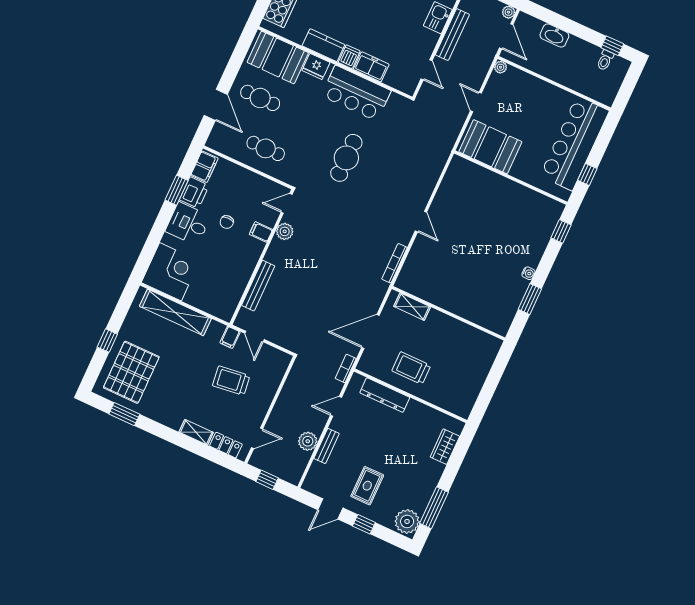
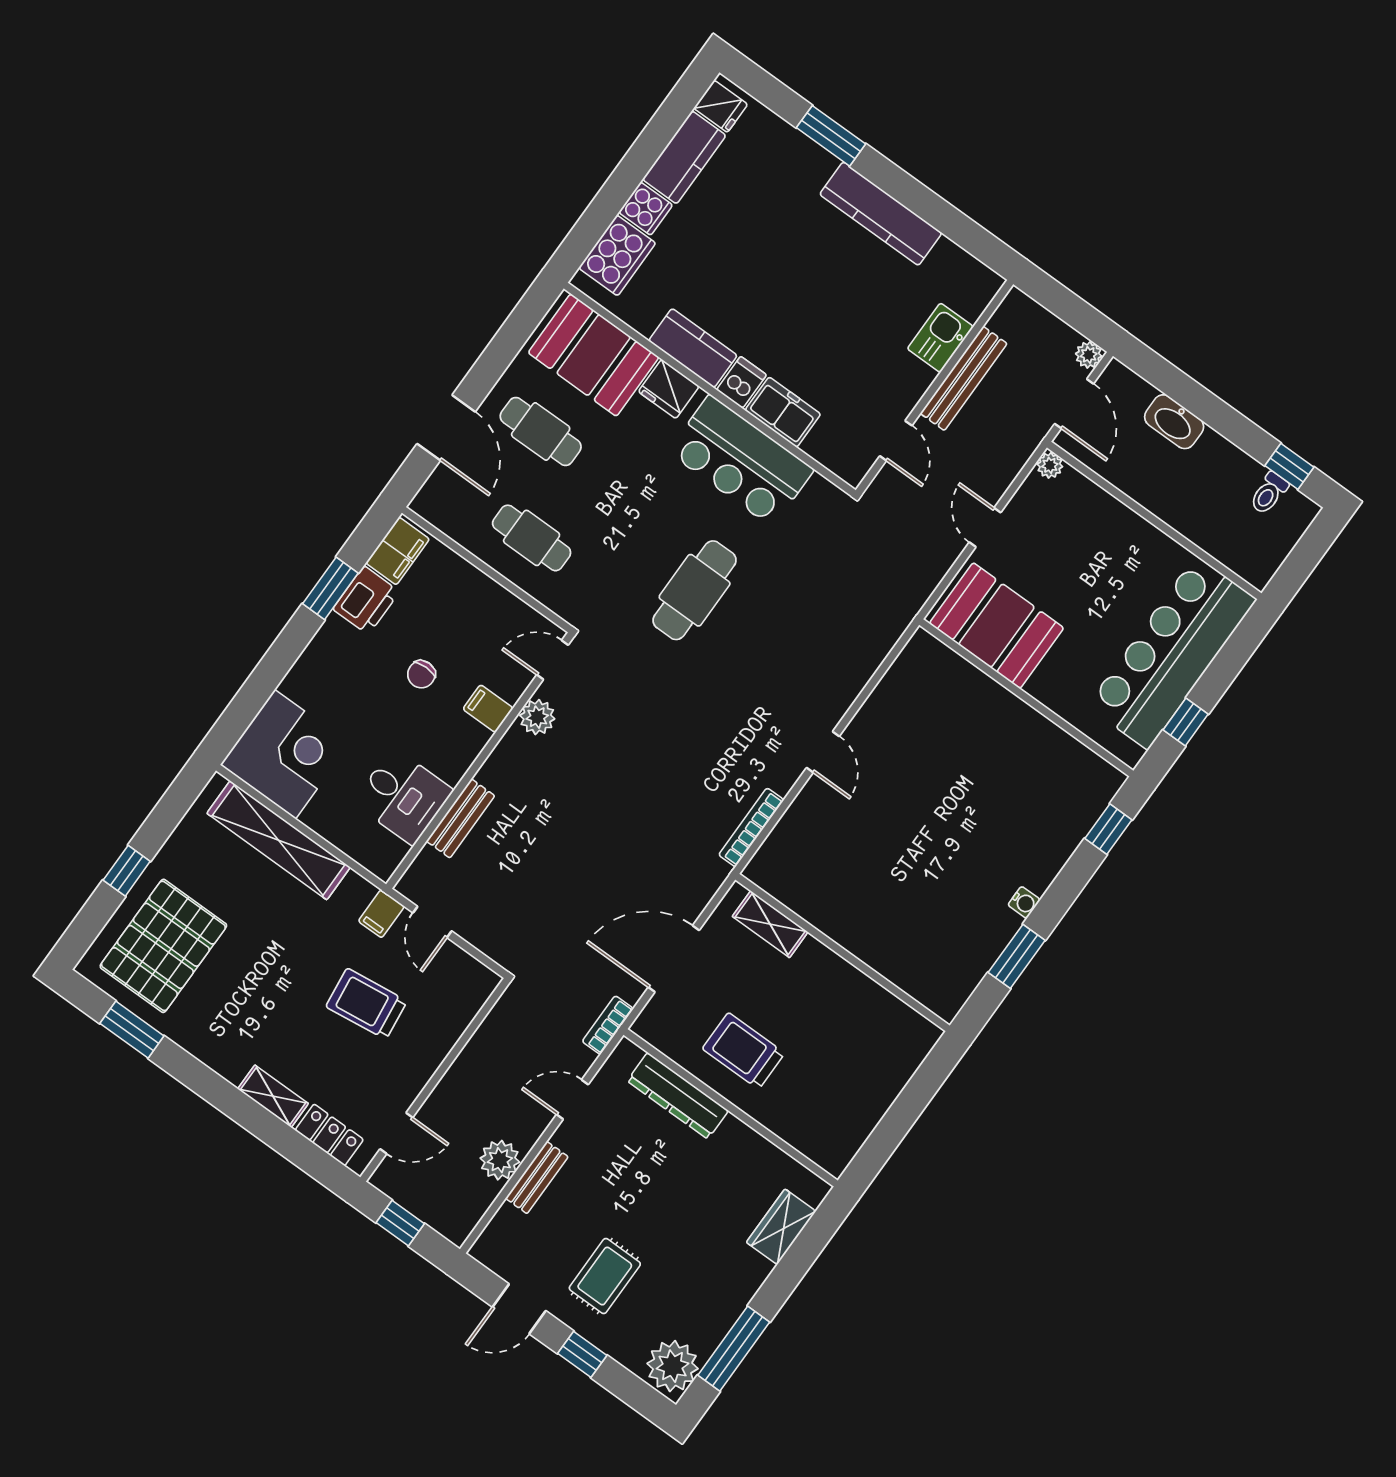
desk: (188, 224) -> (403, 796), moved, turned 180
bench: (258, 286) -> (461, 818), width x0.73

